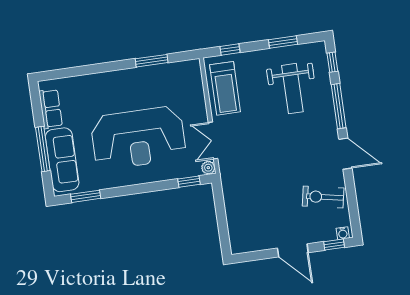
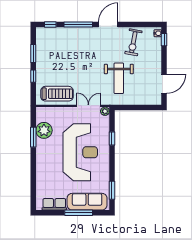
window: (230, 50) -> (33, 76), moved
plant: (164, 76) -> (44, 130), added
weight bench: (292, 89) -> (119, 78), moved, turned 90
double door: (213, 140) -> (88, 106), swing flipped
window: (189, 182) -> (112, 138), moved
door: (293, 250) -> (164, 84), moved

